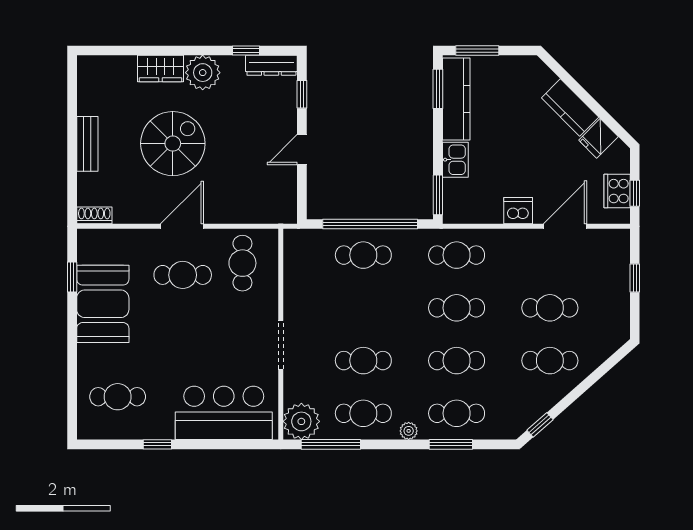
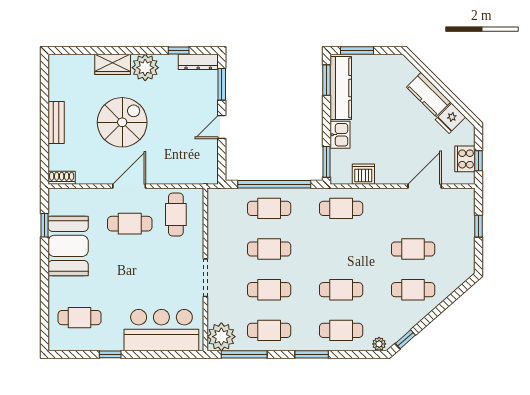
window: (302, 94) -> (222, 84), width x1.50
dishwasher: (518, 211) -> (363, 174), moved
cafe table: (457, 308) -> (269, 249), moved
plant: (409, 431) -> (379, 344), moved
window: (451, 444) -> (312, 354), moved

